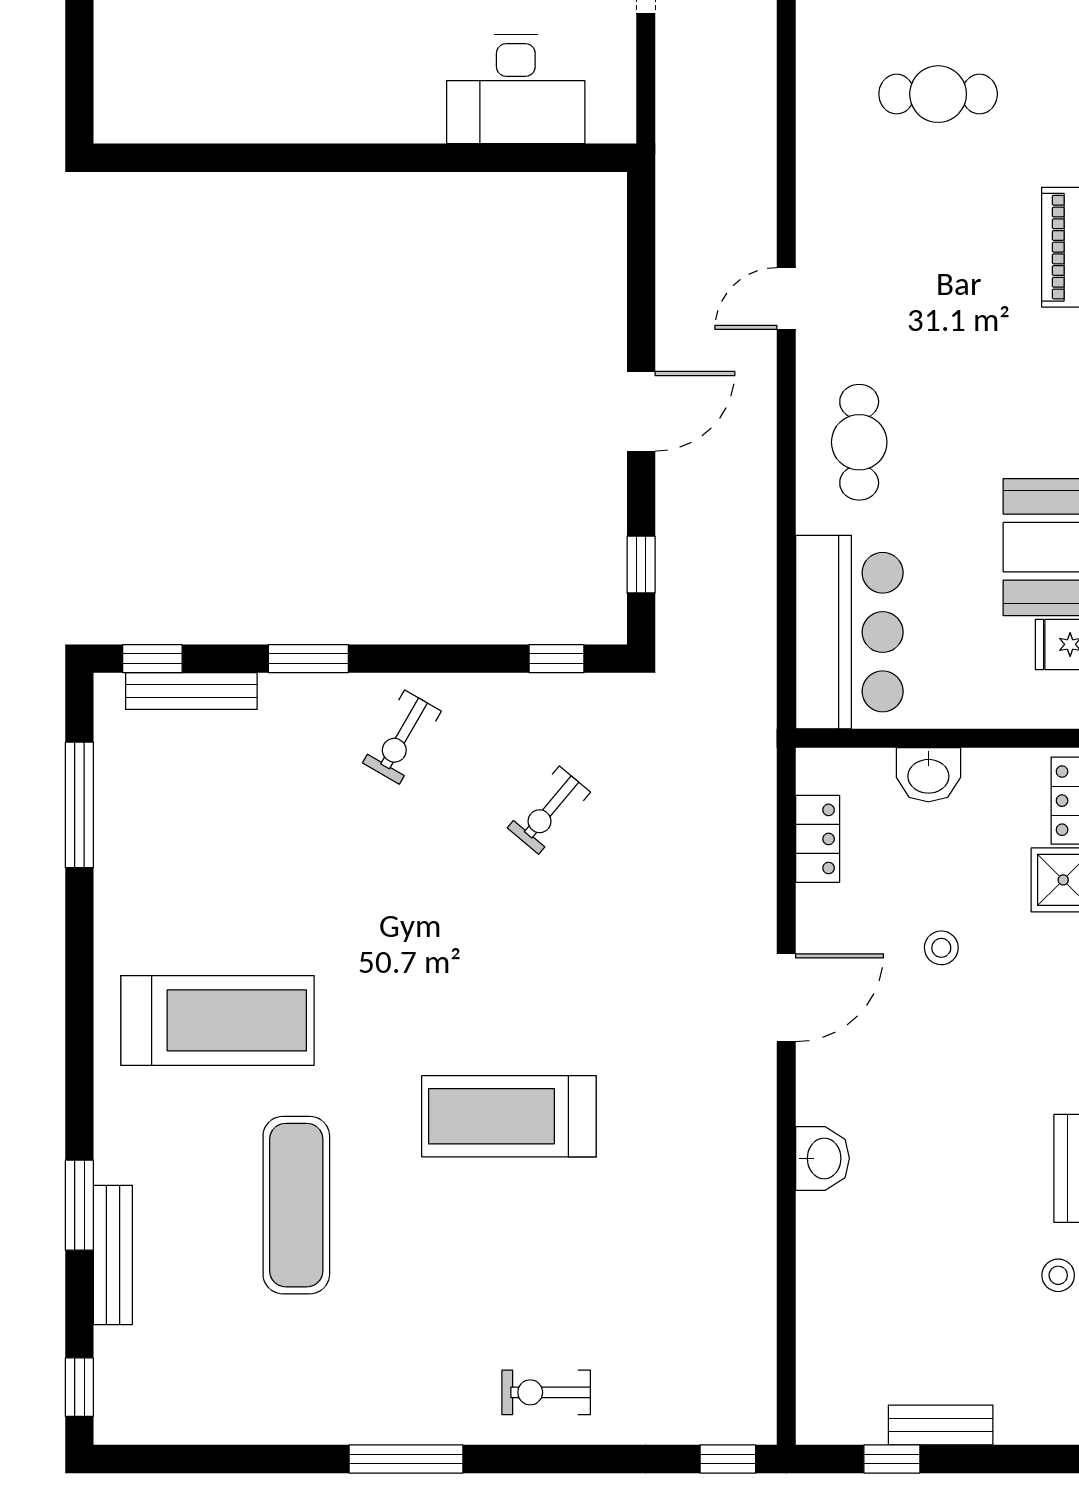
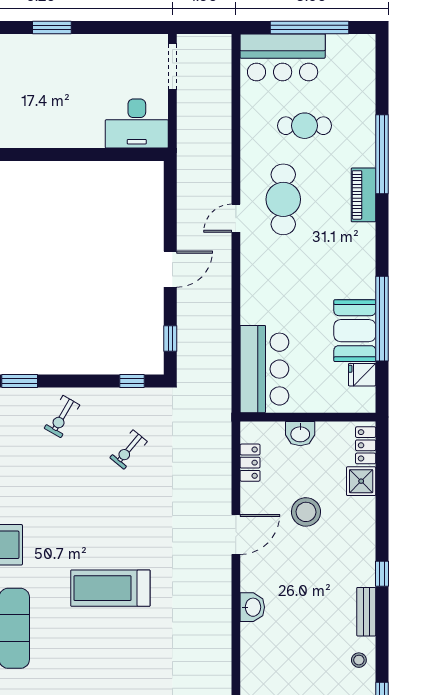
desk: (516, 89) -> (137, 124), moved
cafe table: (859, 442) -> (283, 199), moved, width x1.37, depth x1.35
stool: (941, 948) -> (306, 512), width x1.89, depth x1.89

